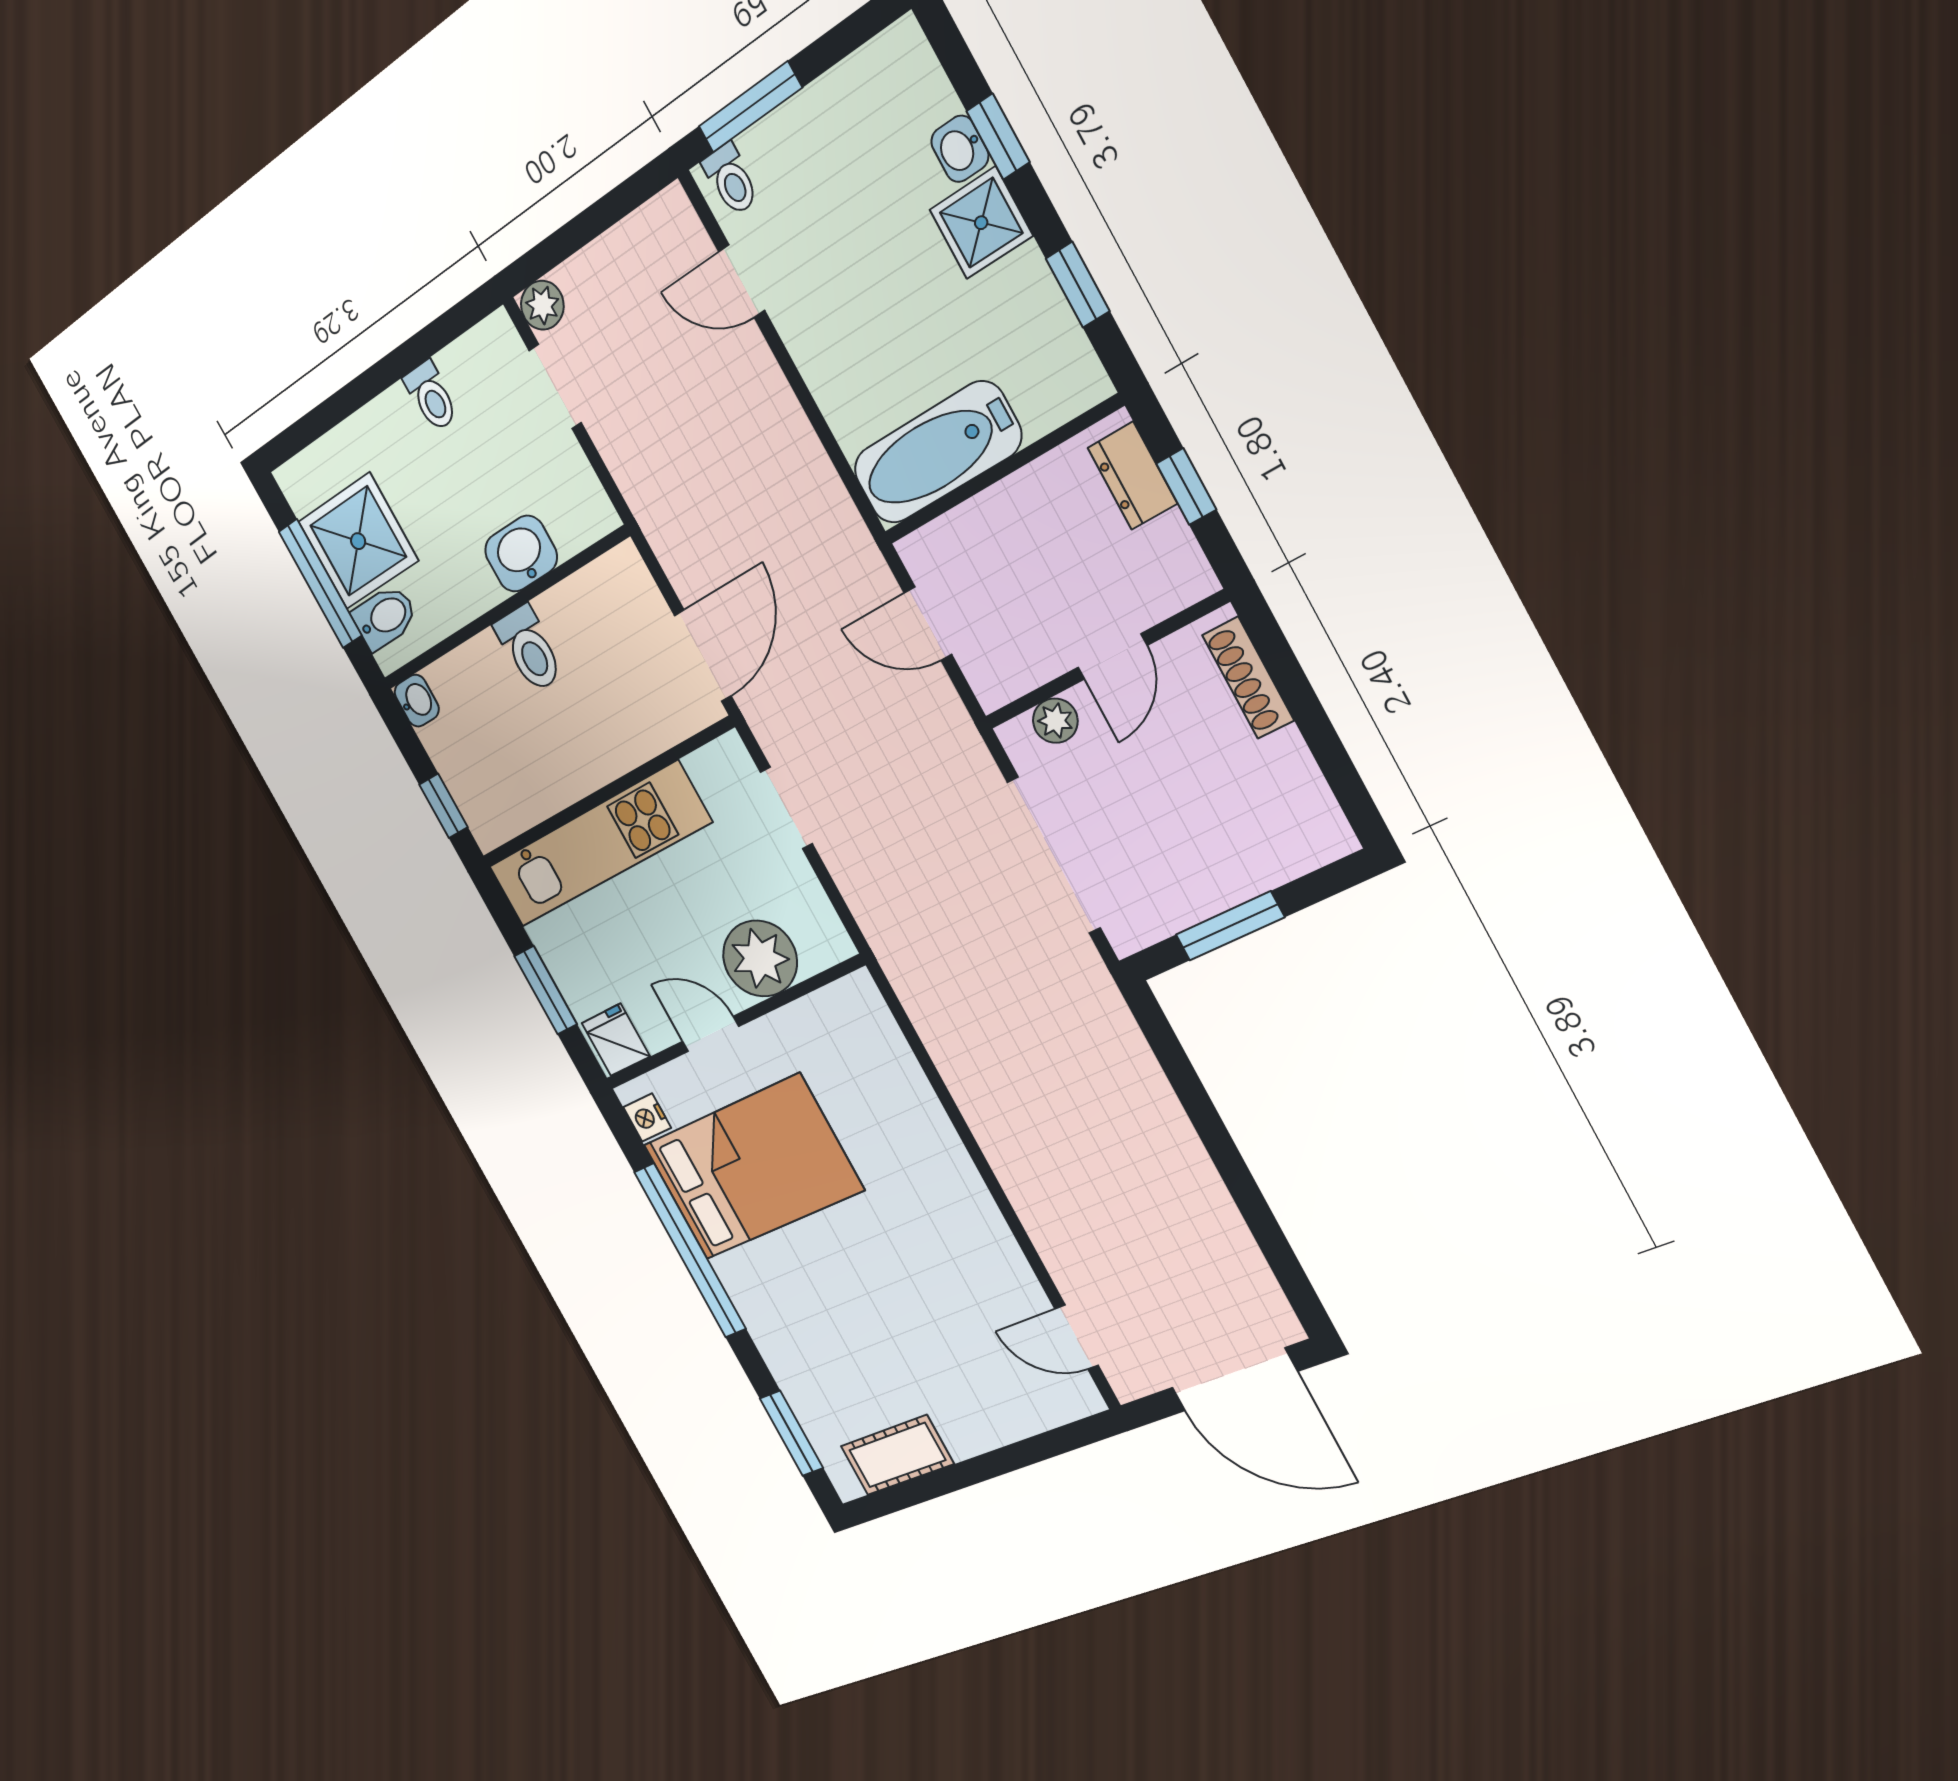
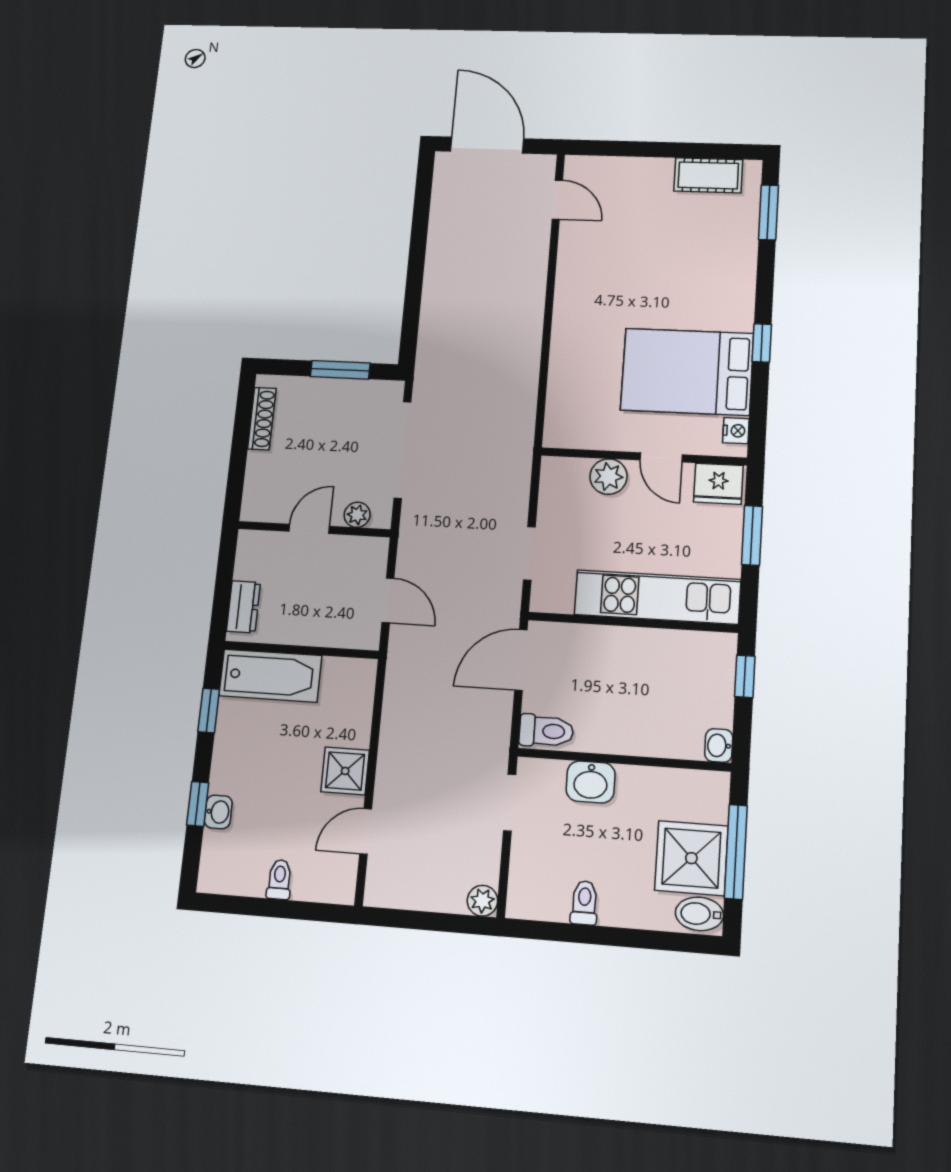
window: (750, 107) -> (302, 910), removed
toilet: (731, 179) -> (279, 879), moved
shower: (981, 223) -> (345, 771), moved
door: (742, 281) -> (366, 831), swing flipped
doorway: (555, 386) -> (510, 803), moved
bathtub: (937, 453) -> (270, 676), moved
window: (1186, 487) -> (223, 586), removed
bidet: (385, 617) -> (699, 914), moved
toilet: (529, 649) -> (546, 731), moved, turned 90
shoe rack: (1248, 678) -> (262, 419), moved
plant: (760, 959) -> (608, 477), width x0.73, depth x0.73
fridge: (616, 1040) -> (718, 484), width x1.38
window: (690, 1250) -> (762, 343), width x0.32

